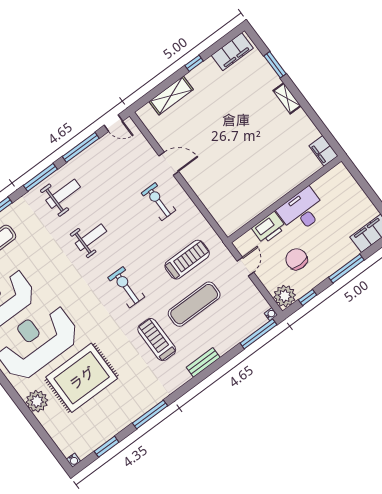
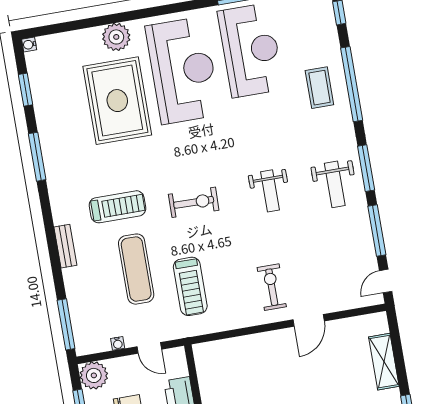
exercise bike: (158, 202) -> (272, 287), turned -90
water cooler: (271, 314) -> (118, 343), moved

